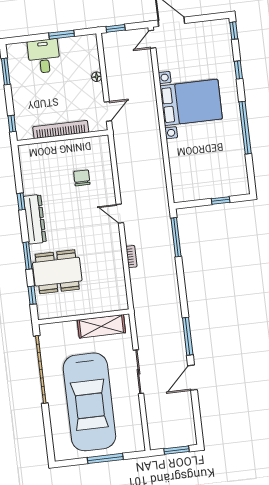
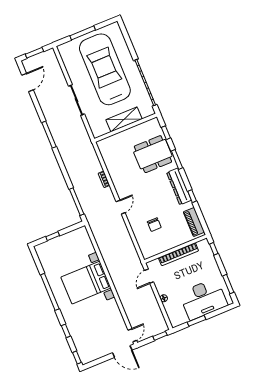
desk: (44, 56) -> (203, 299), width x1.87, depth x1.30
bed with nightstands: (191, 102) -> (86, 283), moved
piano: (28, 166) -> (194, 222), added
door: (120, 214) -> (121, 207), hinge flipped
shelving: (101, 326) -> (124, 119), moved
door: (193, 378) -> (28, 82), moved

